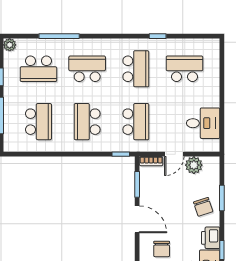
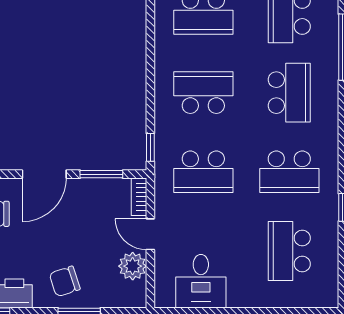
school desk: (185, 69) -> (289, 251), turned 180

